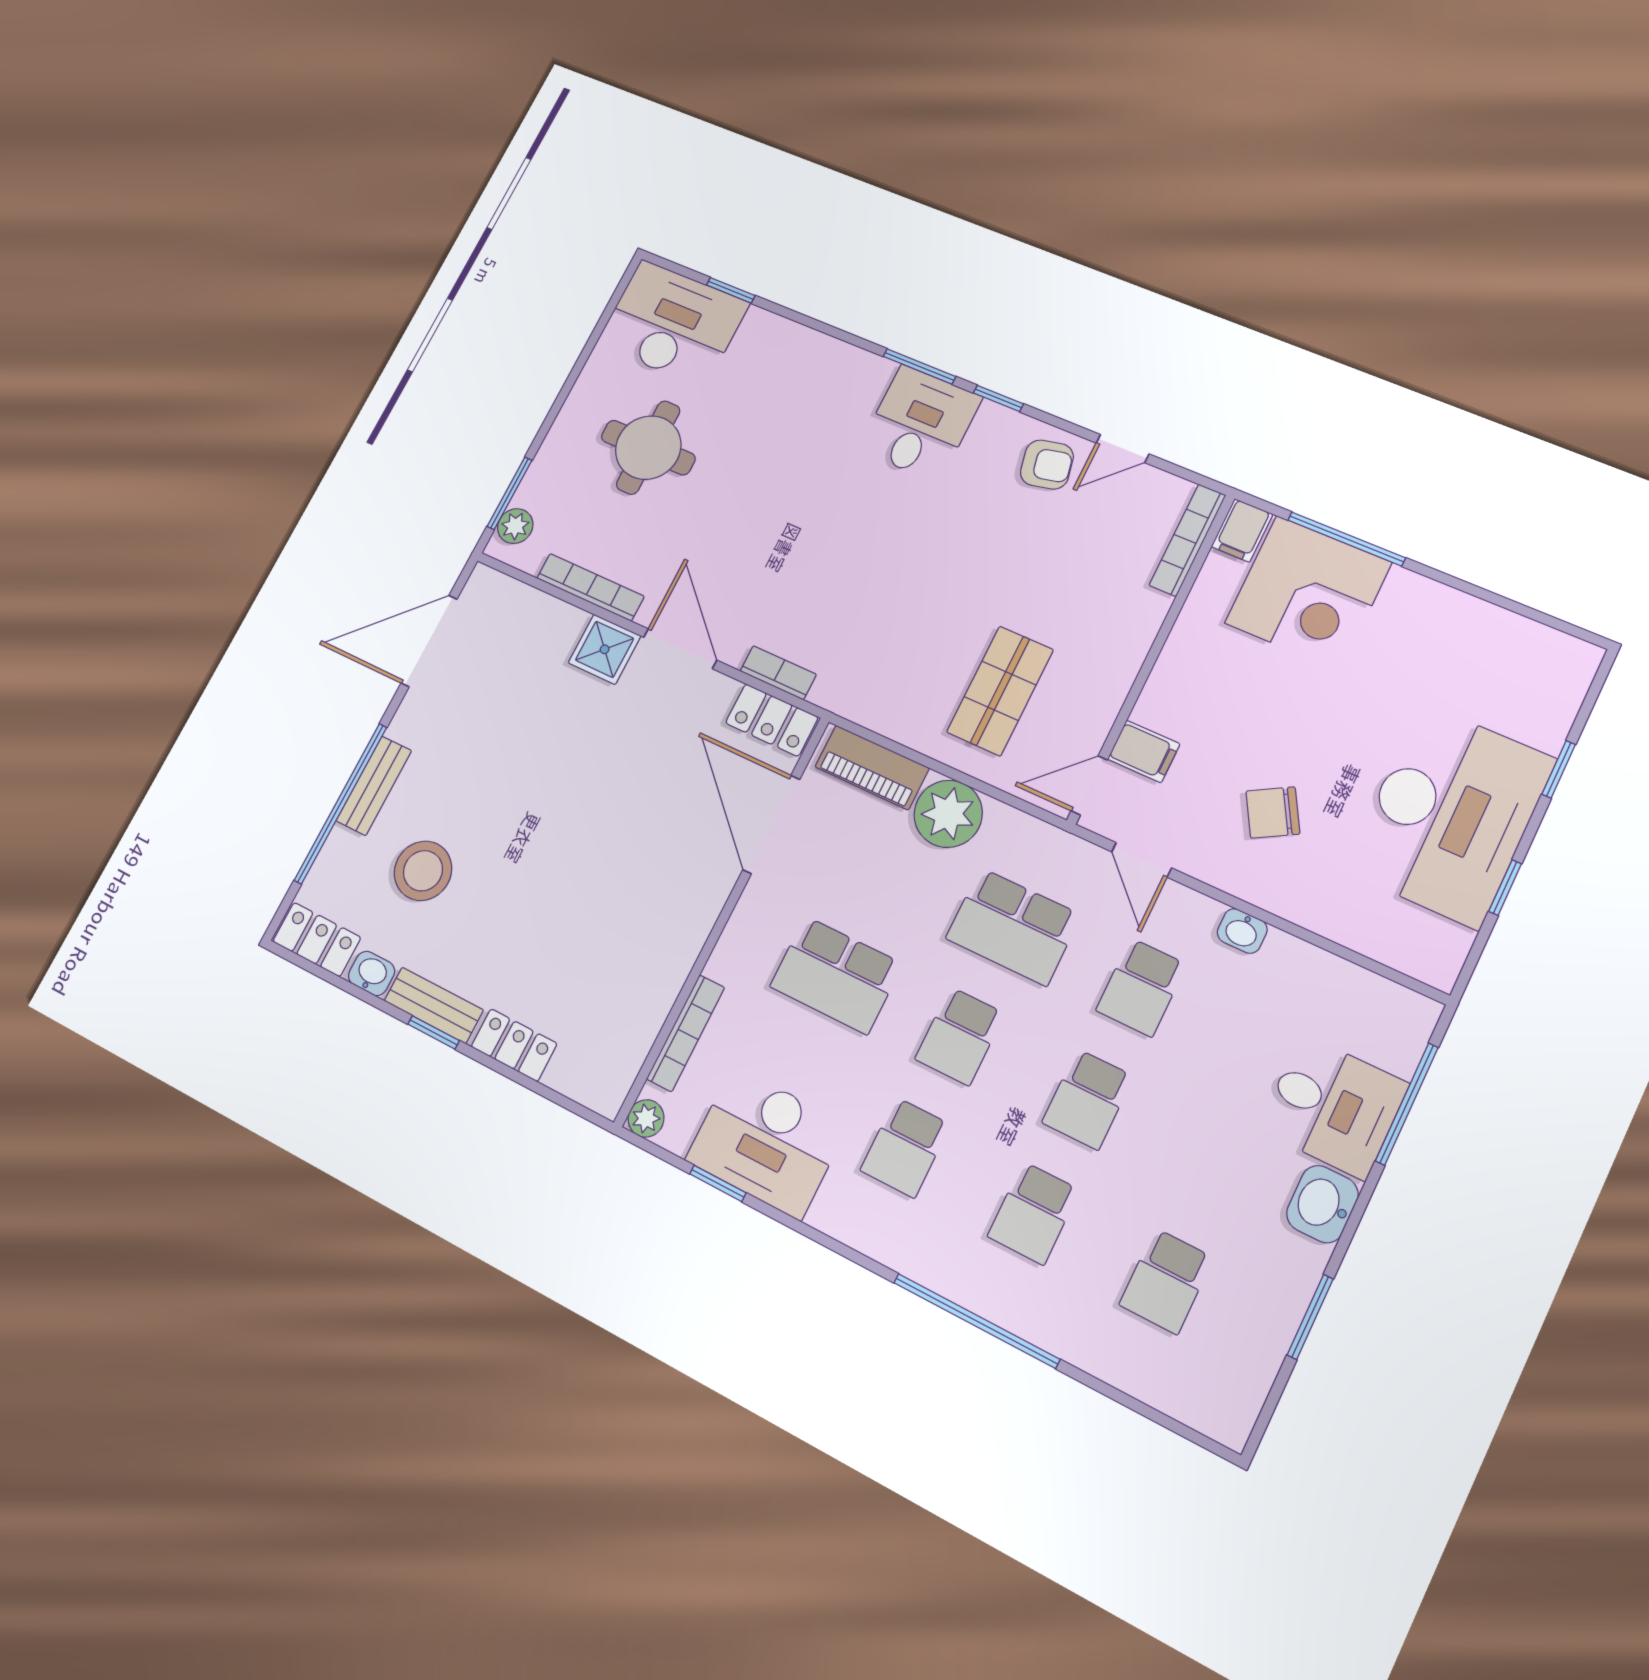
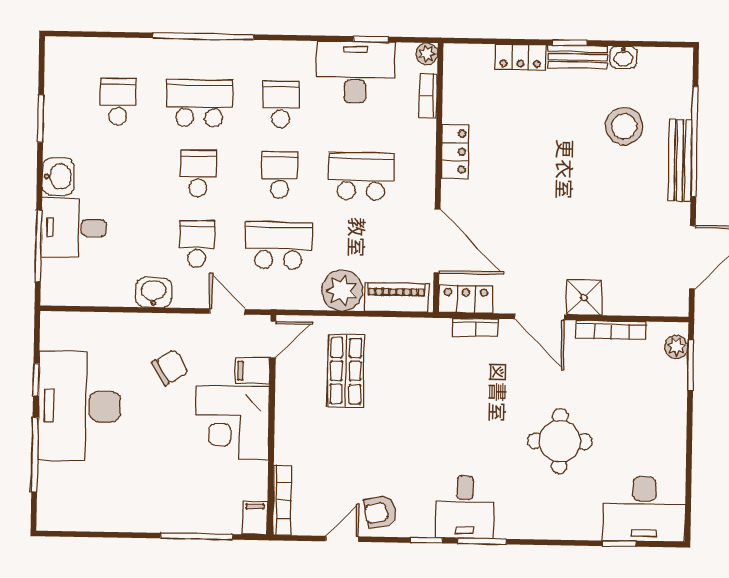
round table: (648, 448) -> (560, 441), moved
corner desk: (1308, 593) -> (232, 422), moved, turned -90
window: (1559, 769) -> (35, 454), width x2.17
bench: (374, 786) -> (680, 160), width x1.36
washbasin: (1242, 931) -> (153, 292), width x1.38, depth x1.45
locker: (317, 939) -> (455, 152), moved, turned -90
bookcase: (686, 1033) -> (428, 96), width x0.64
school desk: (1033, 1213) -> (199, 103), width x1.85

